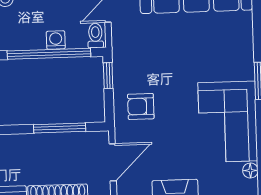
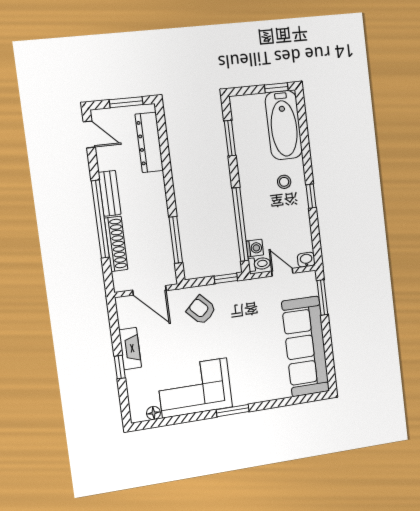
washing machine: (56, 40) -> (255, 248), moved
armchair: (141, 106) -> (201, 310), turned -44

